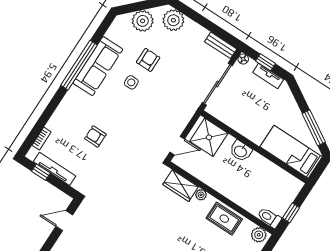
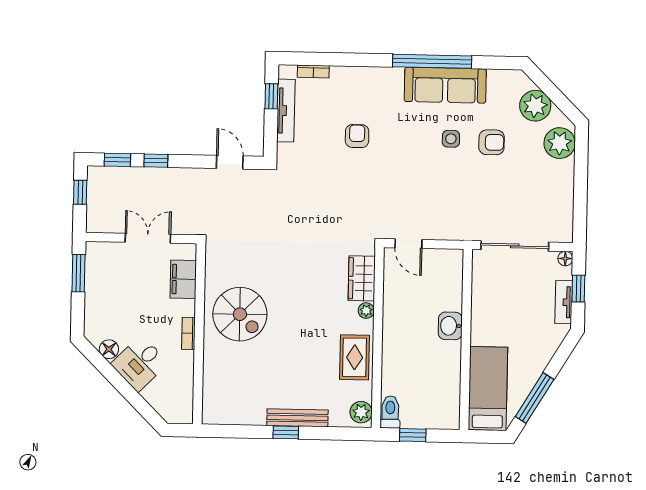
bench: (221, 45) -> (565, 220), removed
shower: (209, 137) -> (443, 276), removed

